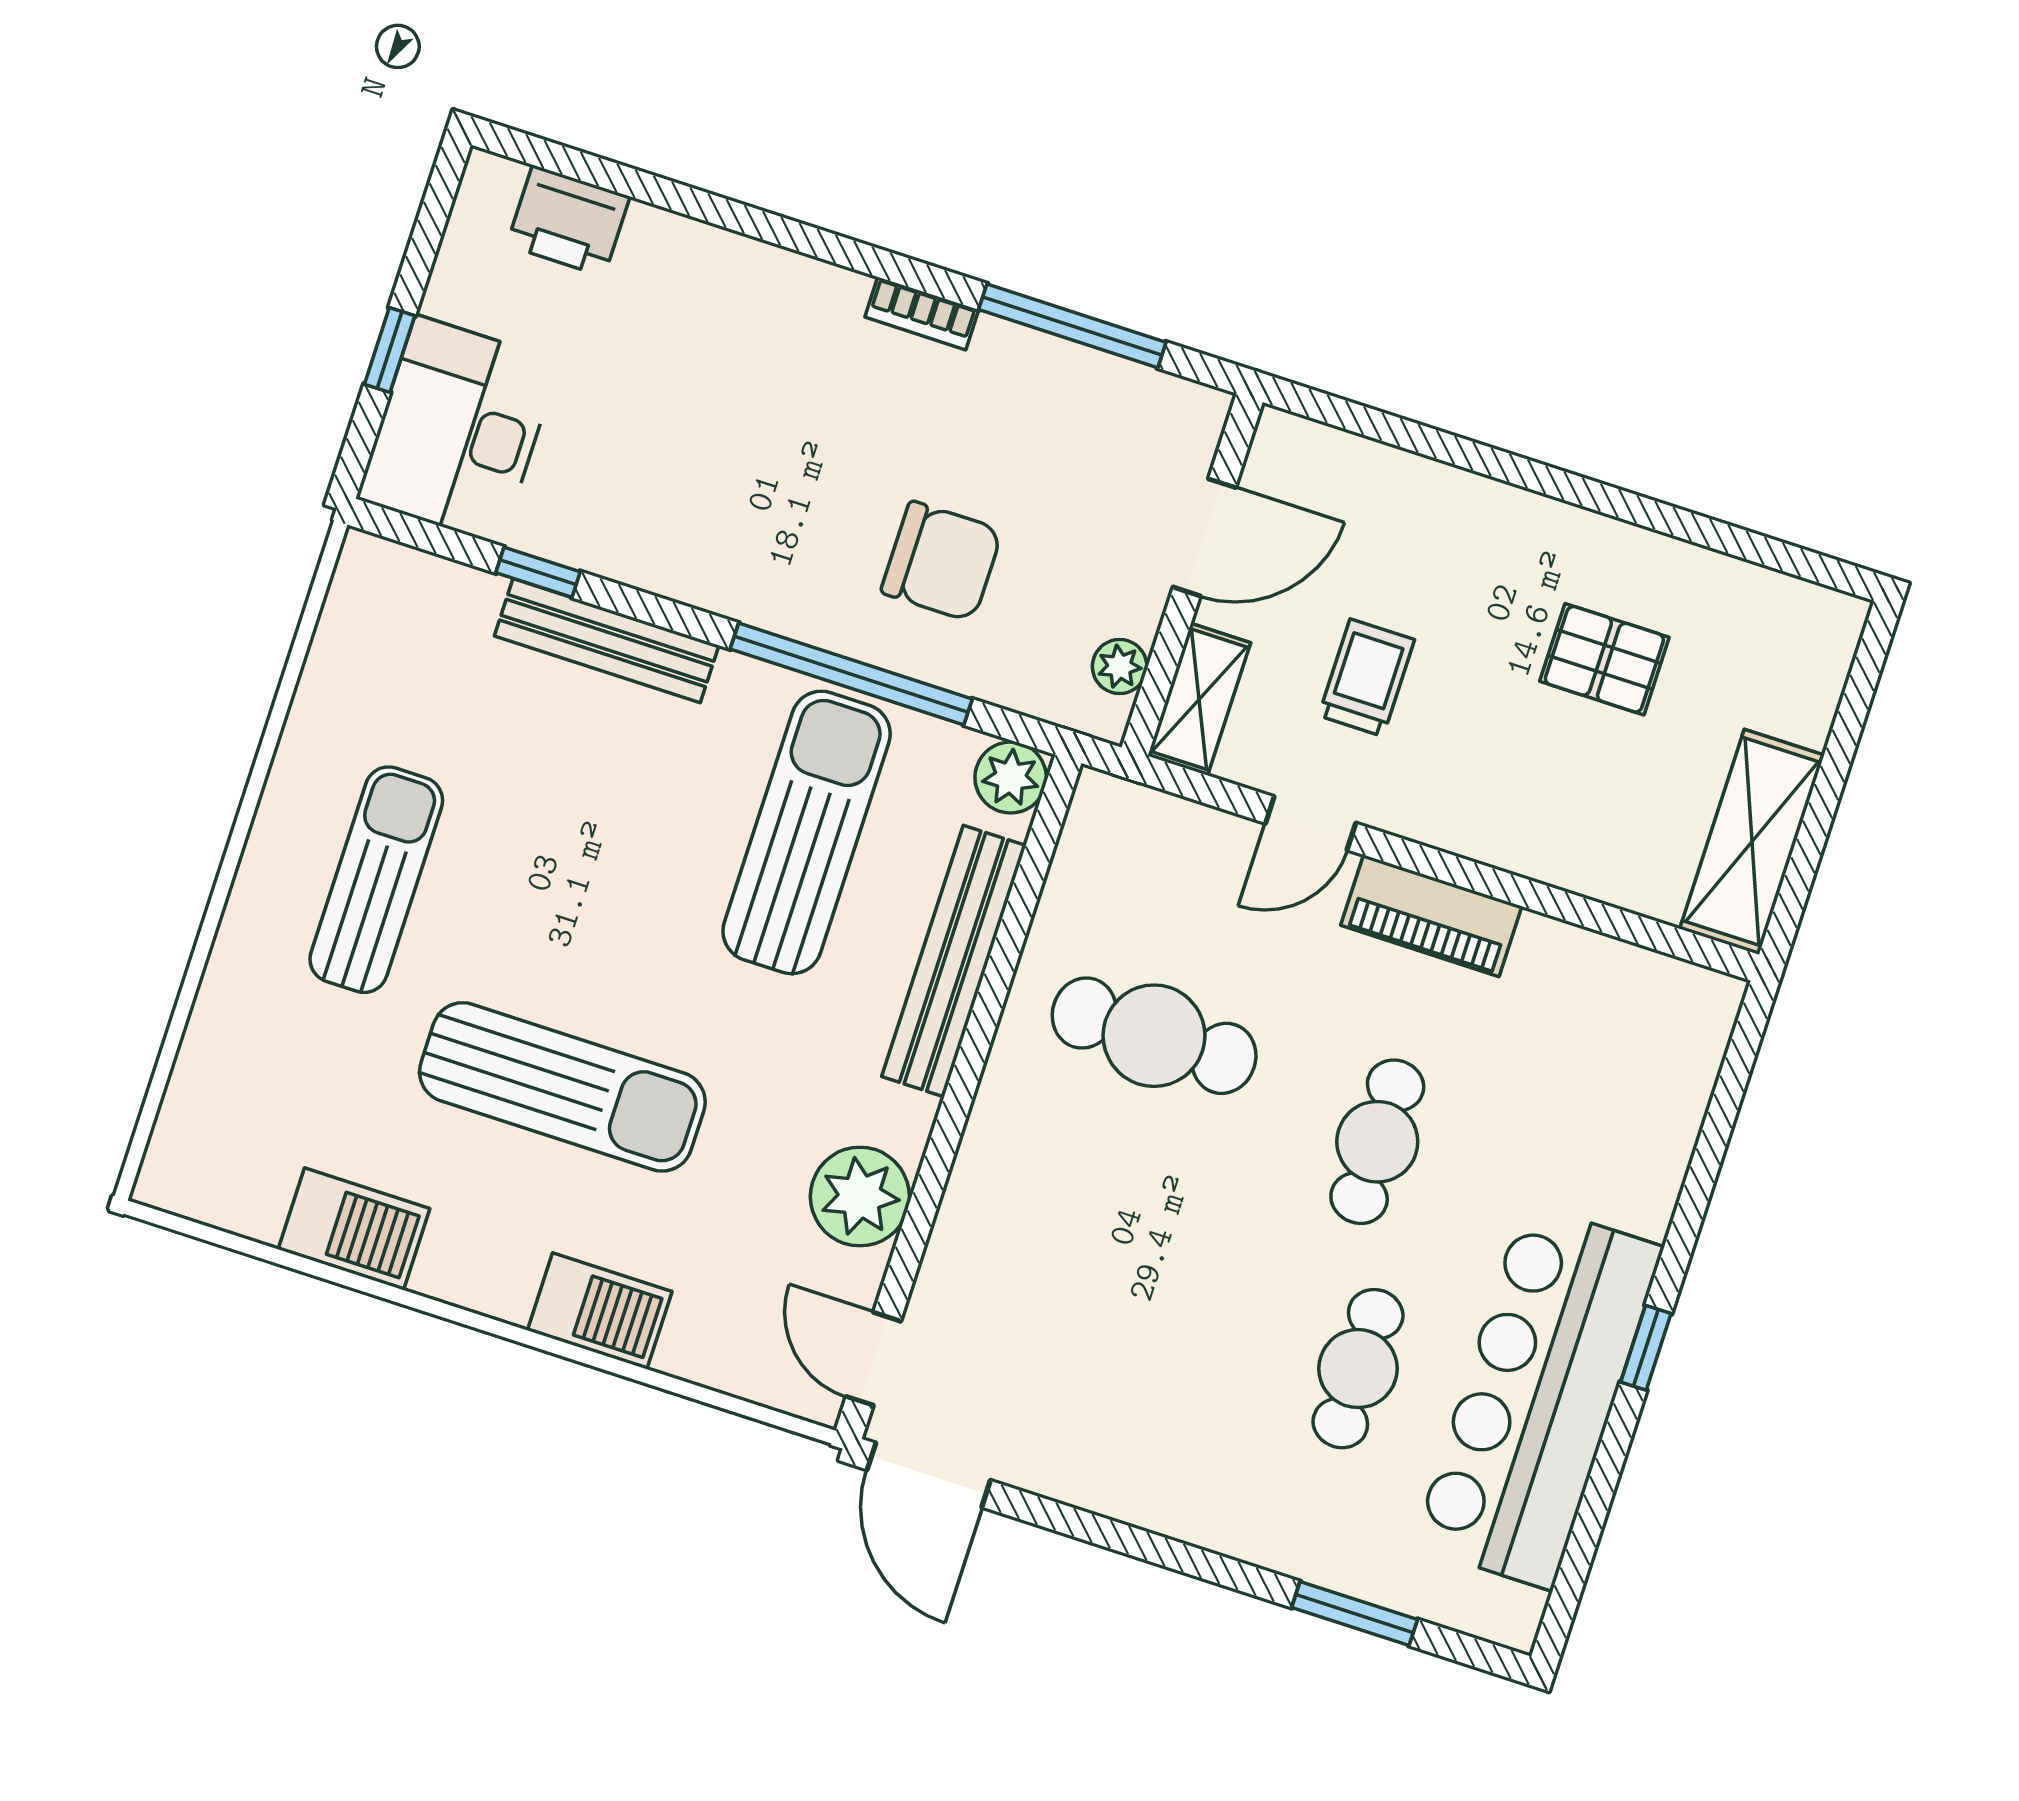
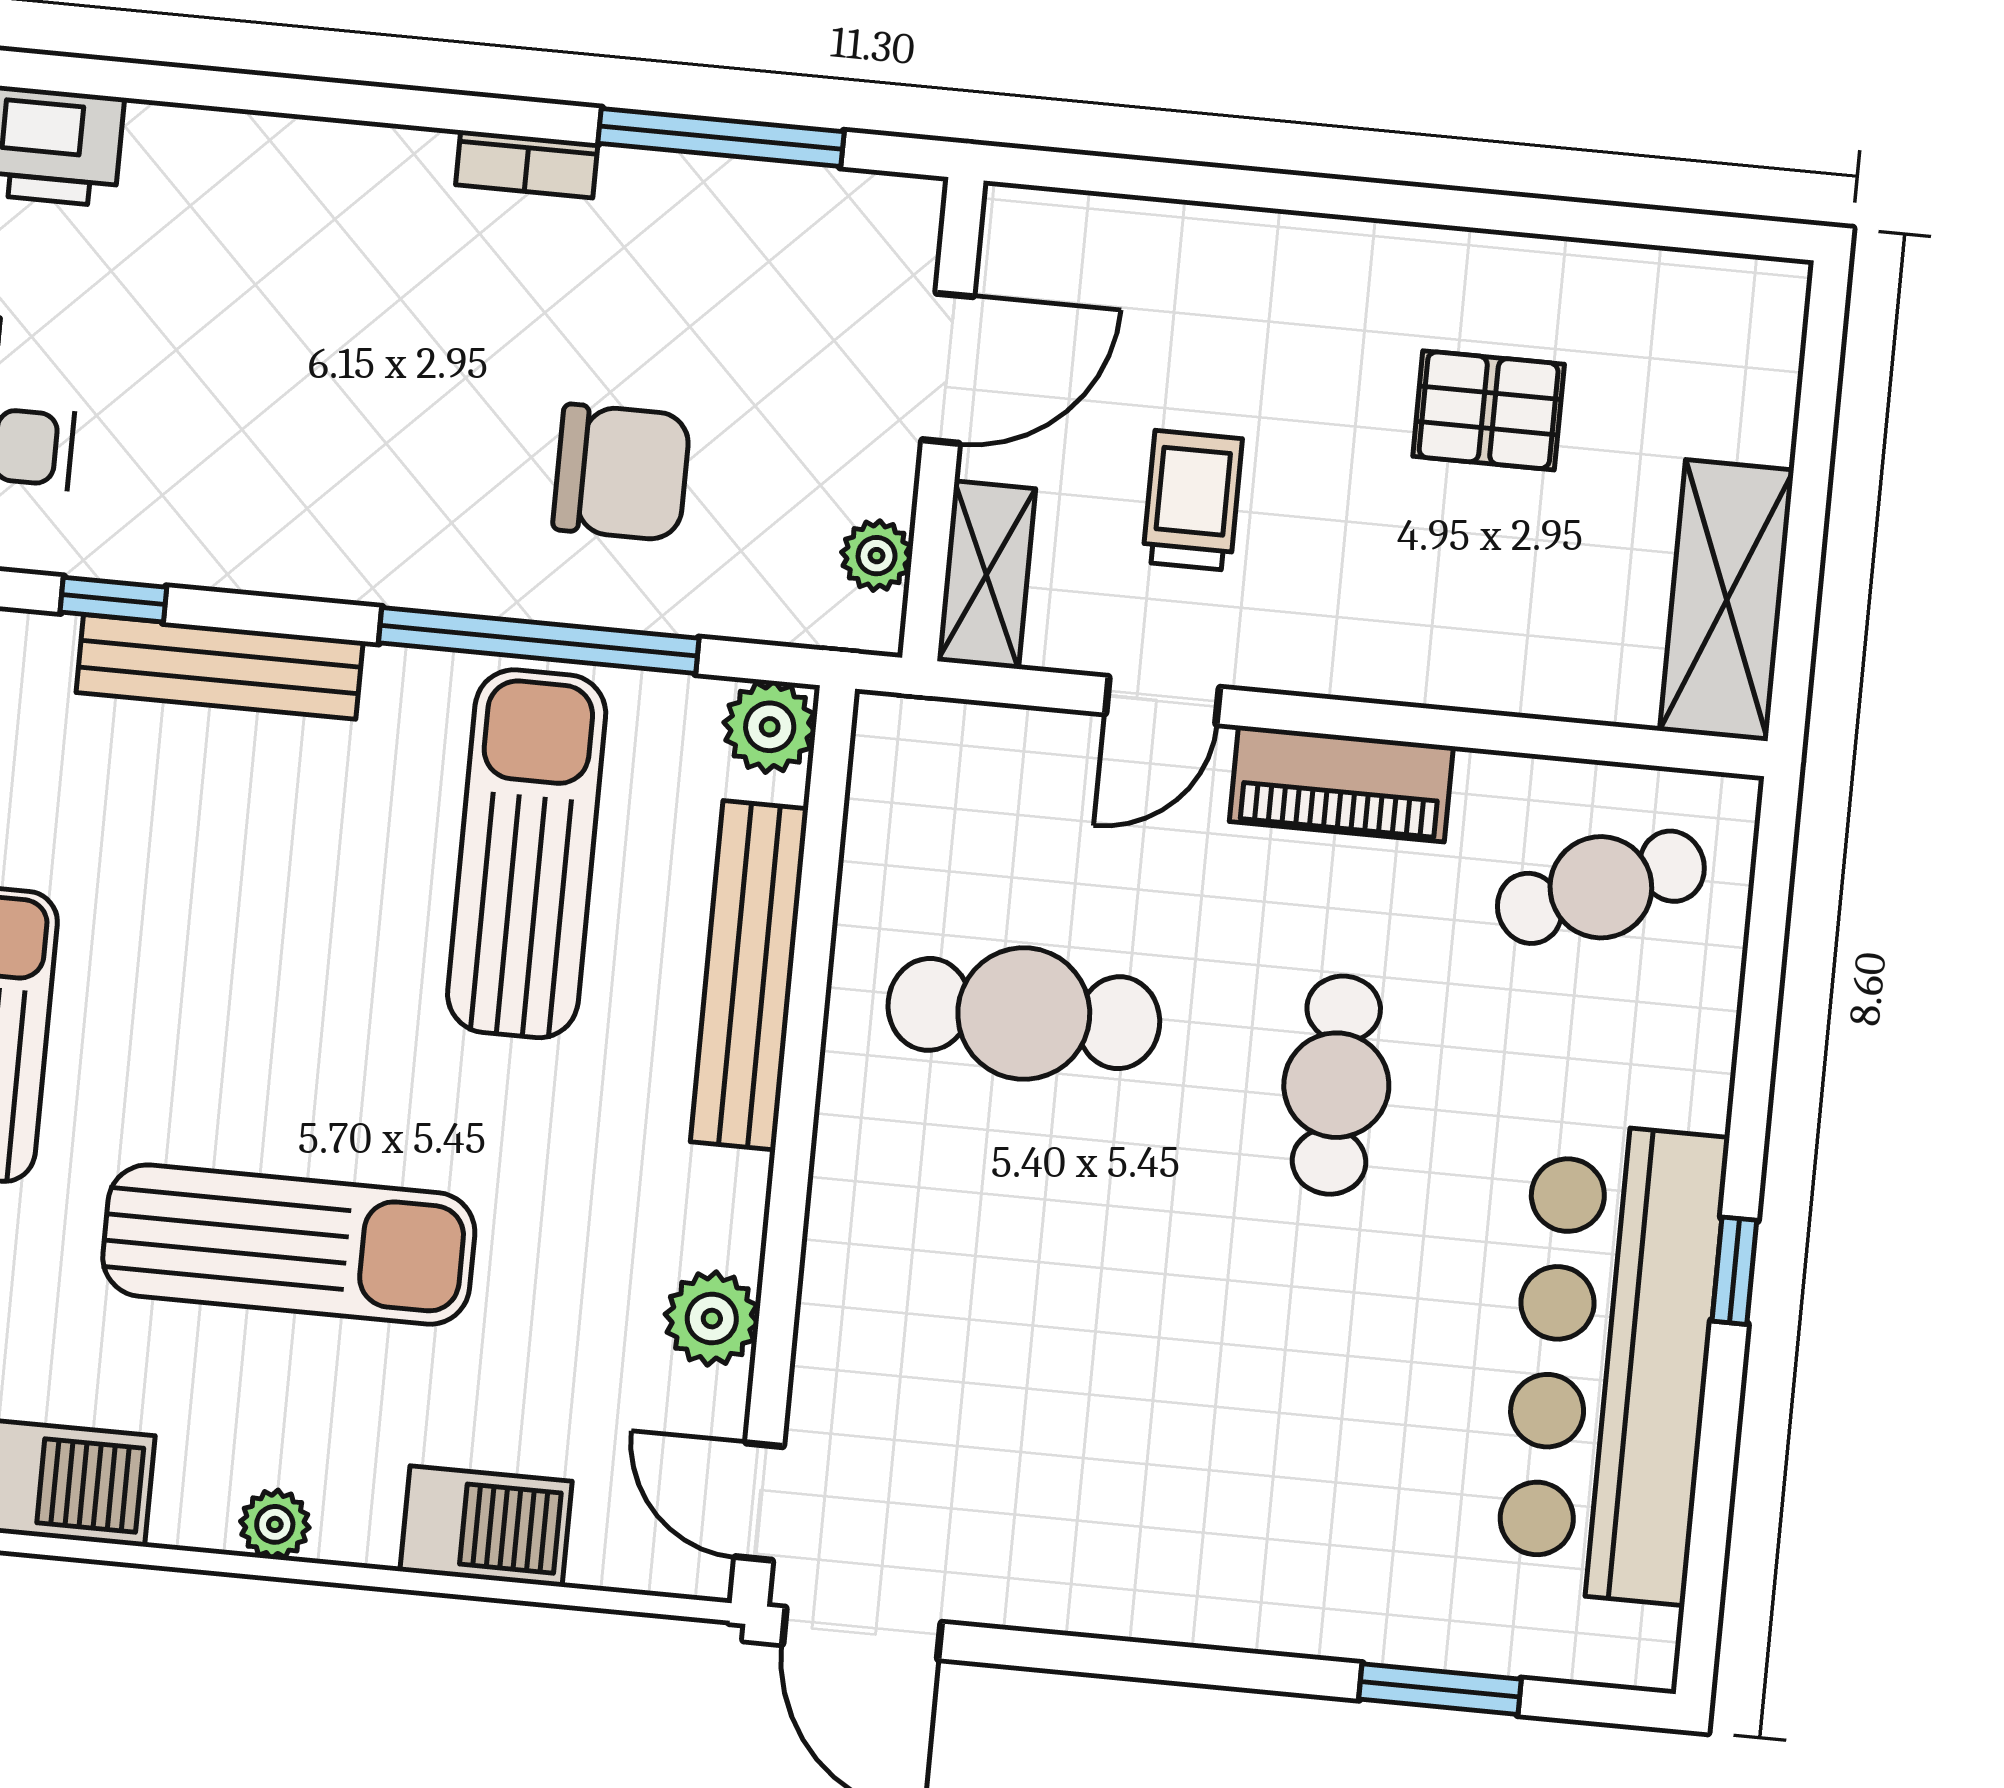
plant: (860, 1197) -> (712, 1319), width x0.73, depth x0.73
plant: (505, 1295) -> (275, 1524), added
barbecue: (600, 1311) -> (486, 1526), moved
cafe table: (1358, 1369) -> (1601, 887), moved, turned 68

